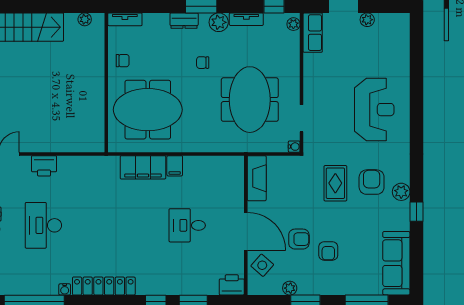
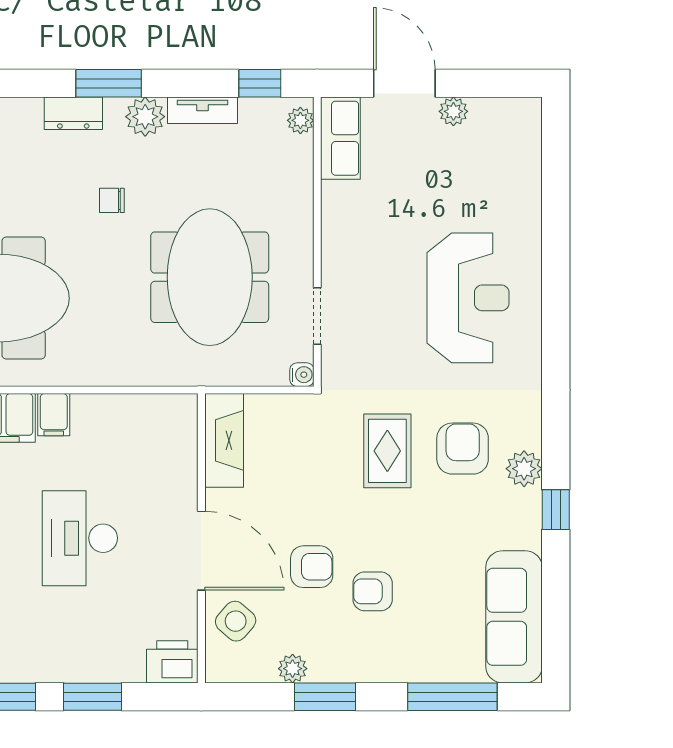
desk: (187, 225) -> (80, 538), width x1.37
armchair: (328, 251) -> (373, 591), turned 90

